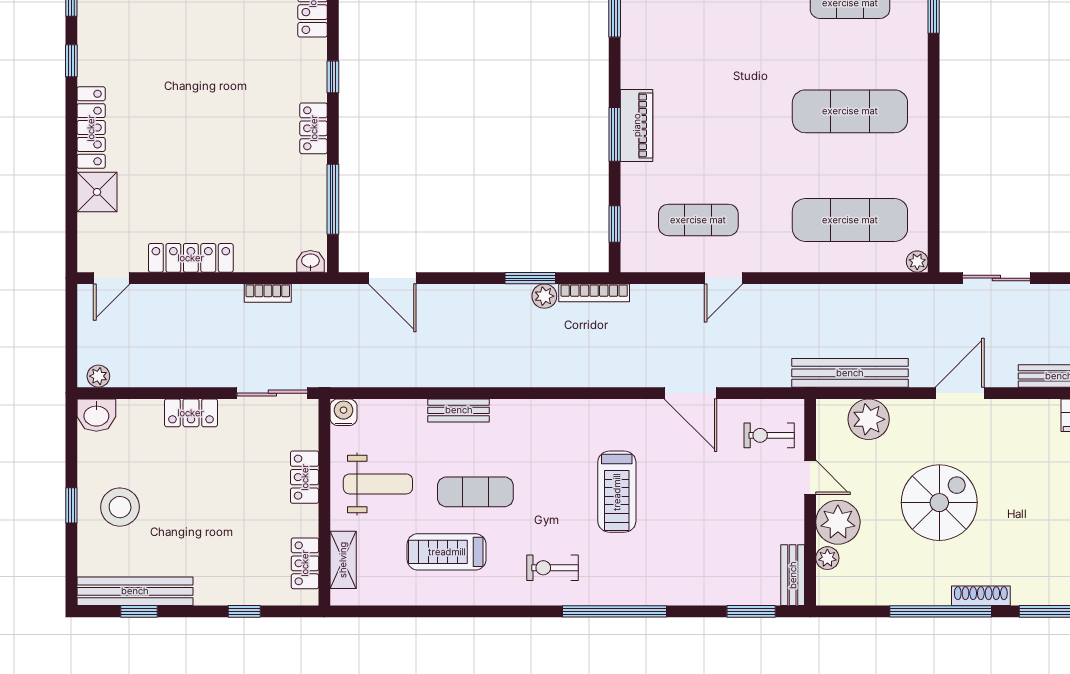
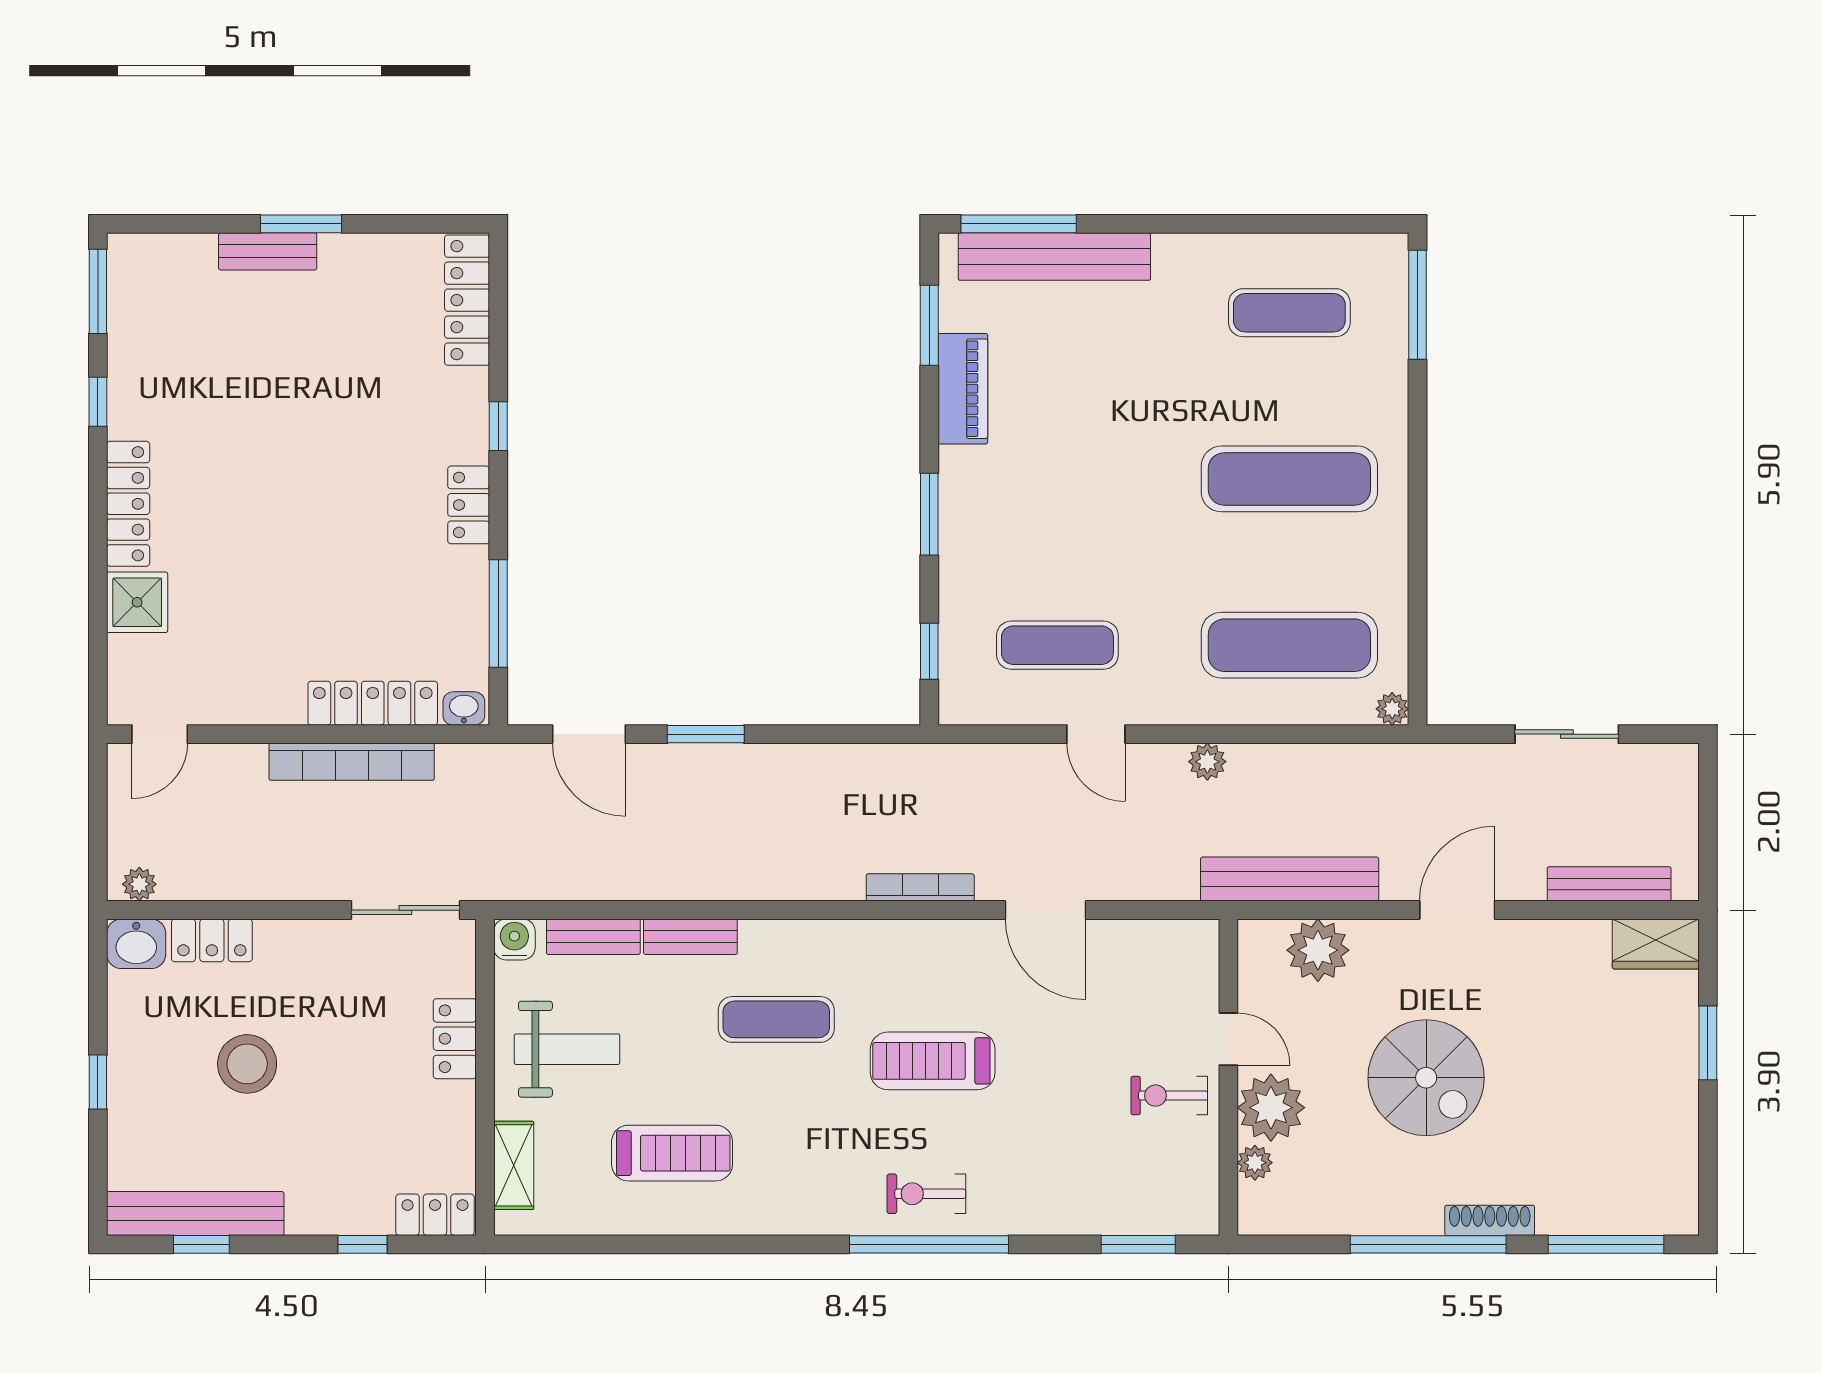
piano: (637, 125) -> (963, 389), moved
locker: (191, 258) -> (373, 703), moved
window: (530, 278) -> (706, 734), moved
door: (724, 278) -> (1096, 734), hinge flipped
sliding door: (996, 278) -> (1567, 734), moved
bookcase: (268, 293) -> (352, 762), width x2.31, depth x1.31
bookcase: (594, 293) -> (920, 887), moved, turned 180
plant: (544, 296) -> (1207, 762), moved
locker: (191, 413) -> (212, 940), moved
exercise bike: (769, 435) -> (1169, 1096), moved
exercise mat: (475, 492) -> (776, 1019), moved
treadmill: (617, 492) -> (933, 1061), turned 90
spiral stairs: (939, 503) -> (1426, 1078), turned 90
stool: (120, 507) -> (247, 1064), moved
treadmill: (447, 552) -> (672, 1153), turned 180
locker: (305, 563) -> (435, 1215), moved, turned 90
exercise bike: (552, 568) -> (926, 1194), moved
bench: (793, 575) -> (593, 937), moved, turned 90

